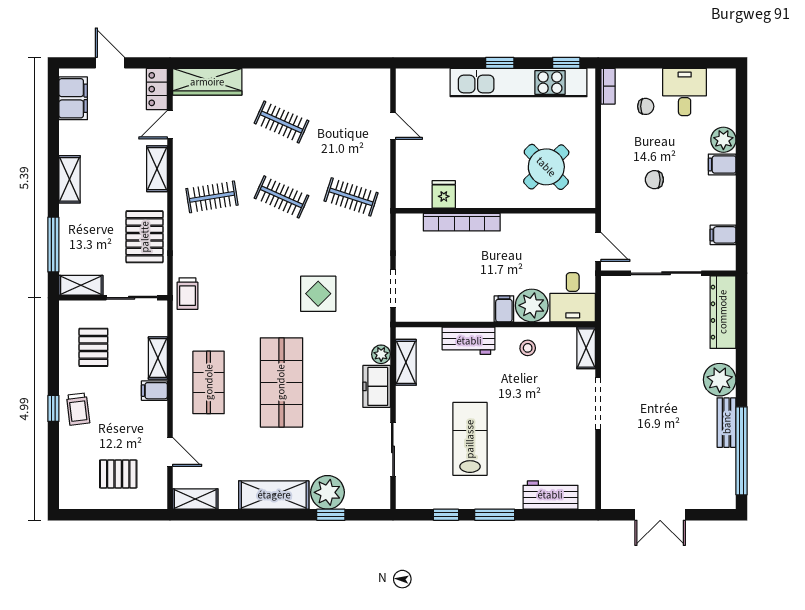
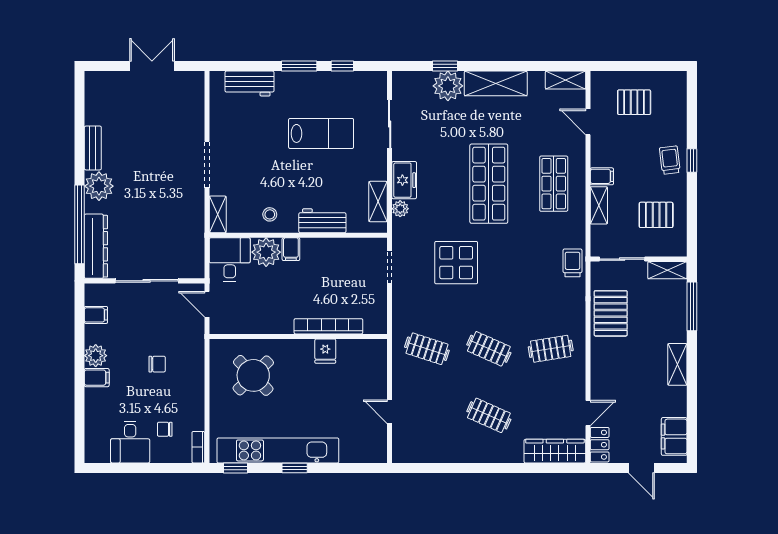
plant: (723, 140) -> (96, 356), moved
shelving: (157, 169) -> (600, 374), removed
fridge: (444, 194) -> (325, 351), moved
display table: (318, 294) -> (456, 263), width x1.36, depth x1.36
pallet: (93, 347) -> (656, 215), turned 90
lab bench: (470, 439) -> (321, 133), turned -90
window: (742, 451) -> (79, 224), moved

